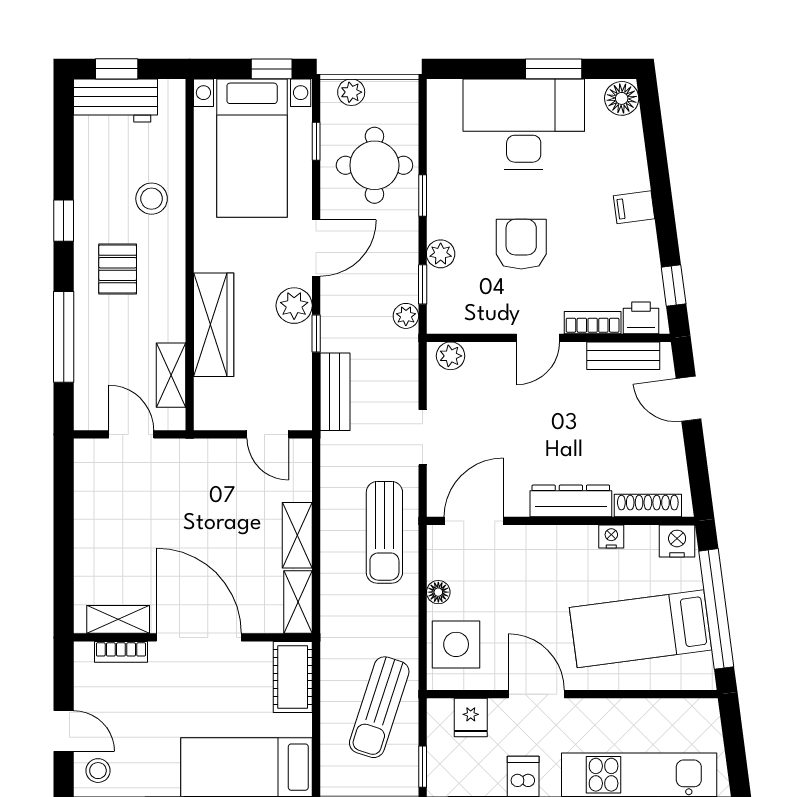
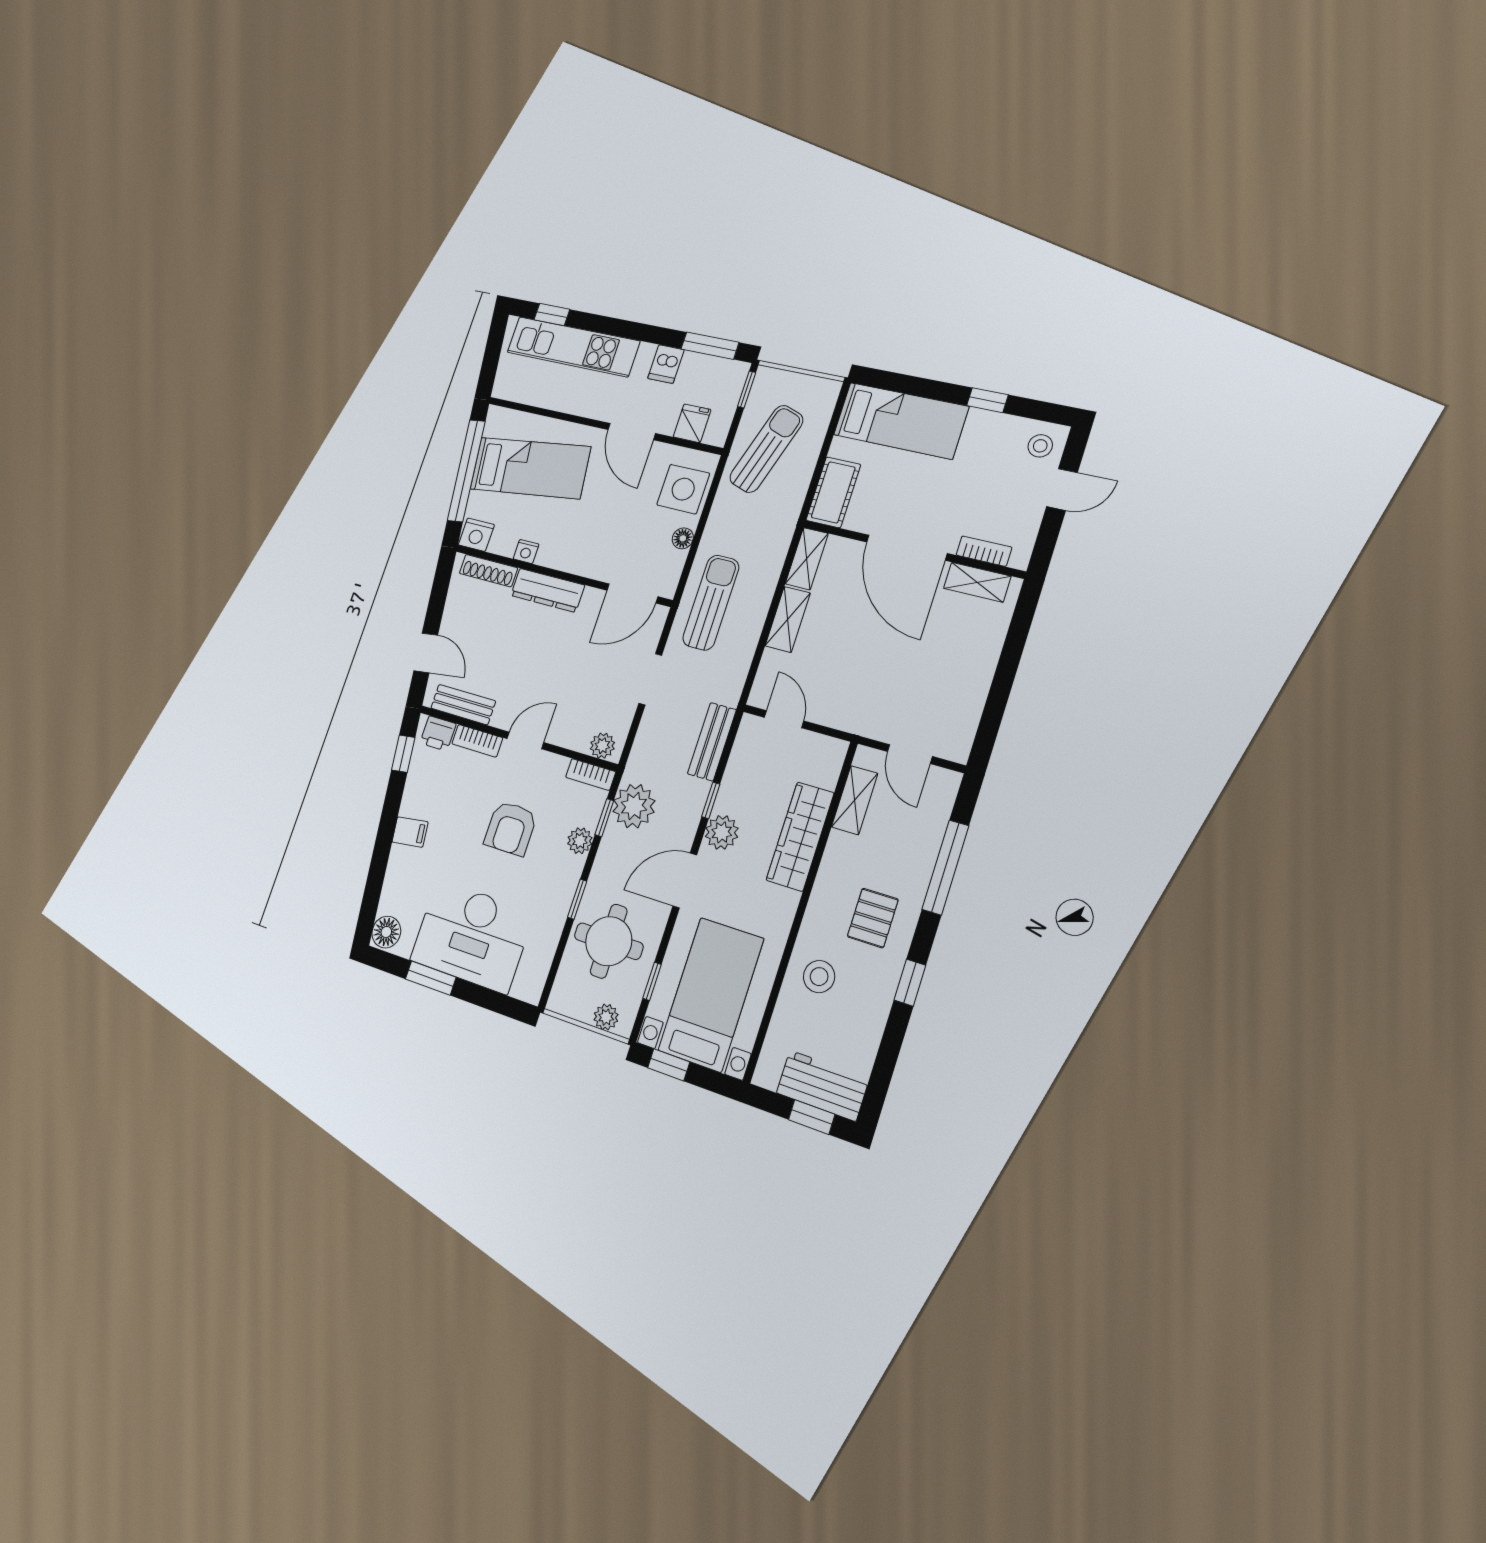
plant: (406, 316) -> (634, 806), width x1.87, depth x1.87
bookcase: (453, 323) -> (591, 774), added
door: (64, 731) -> (1062, 490), swing flipped

